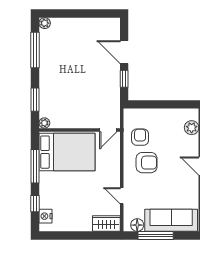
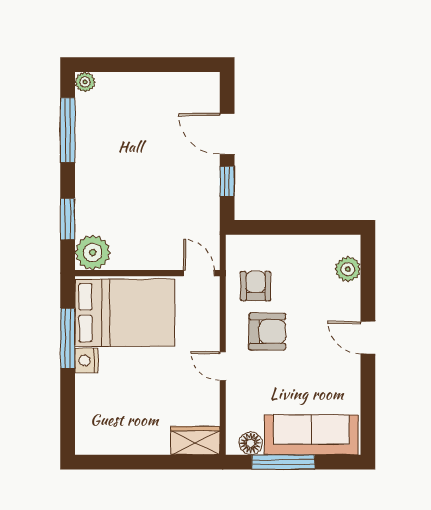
plant: (44, 123) -> (93, 252), width x1.87, depth x1.87
door: (108, 130) -> (199, 273), swing flipped
door: (122, 196) -> (223, 366), moved
window: (35, 204) -> (68, 405), removed
nightstand: (45, 216) -> (86, 361), moved

